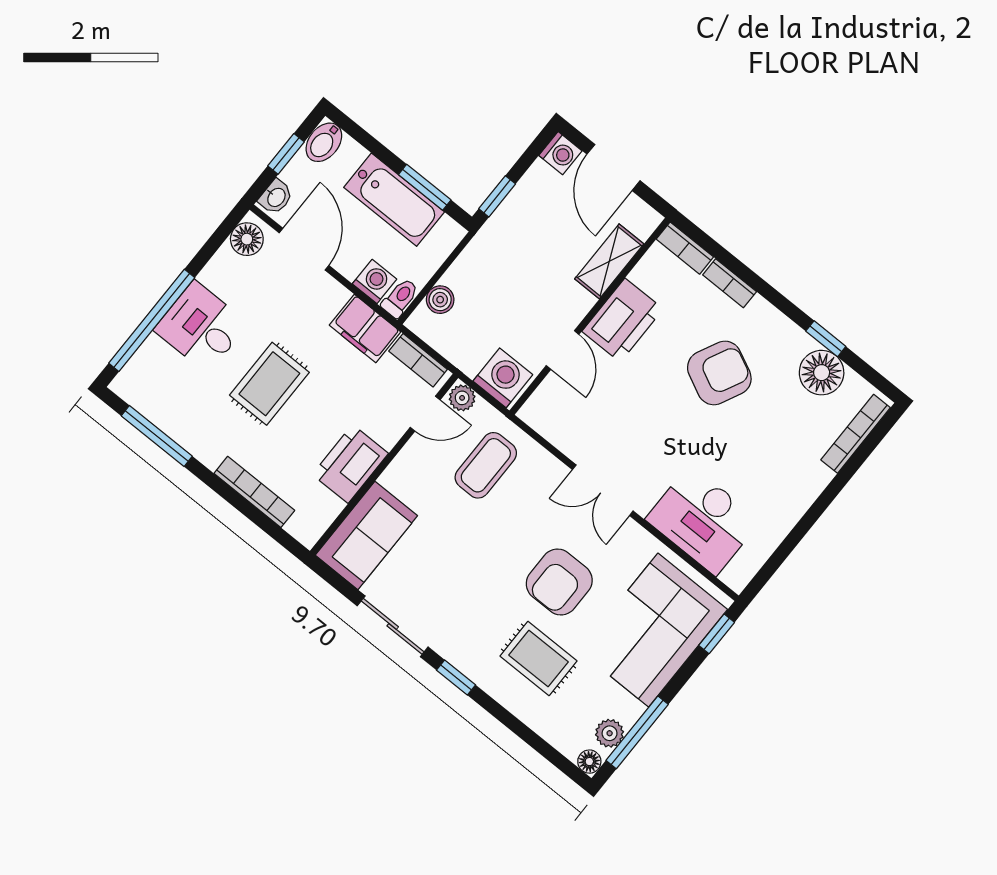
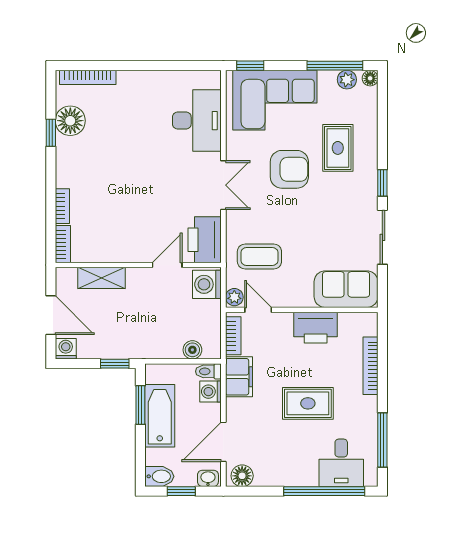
door: (613, 167) -> (51, 315), hinge flipped
printer: (623, 320) -> (205, 240), moved, turned -90
desk: (201, 327) -> (341, 463), moved
armchair: (719, 373) -> (113, 174), removed

